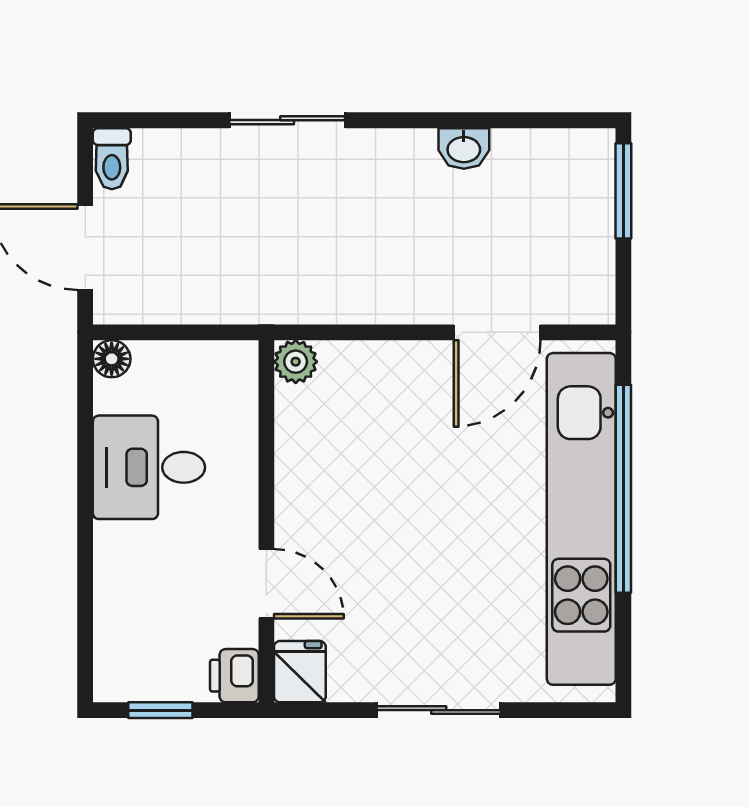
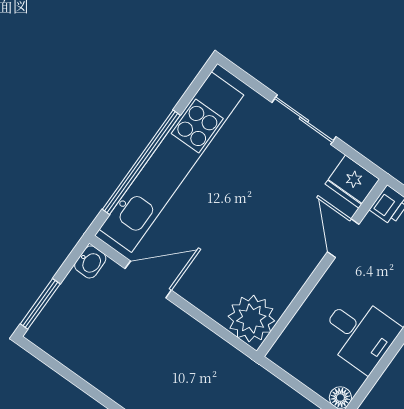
washbasin: (464, 148) -> (90, 262), moved, turned 90
plant: (296, 362) -> (251, 319), width x1.87, depth x1.87
fridge: (300, 672) -> (352, 182), width x1.38

